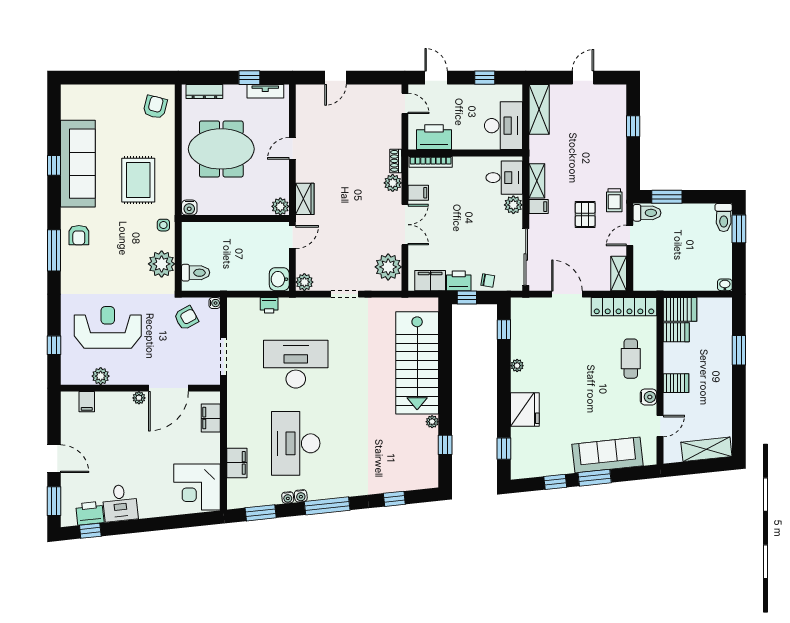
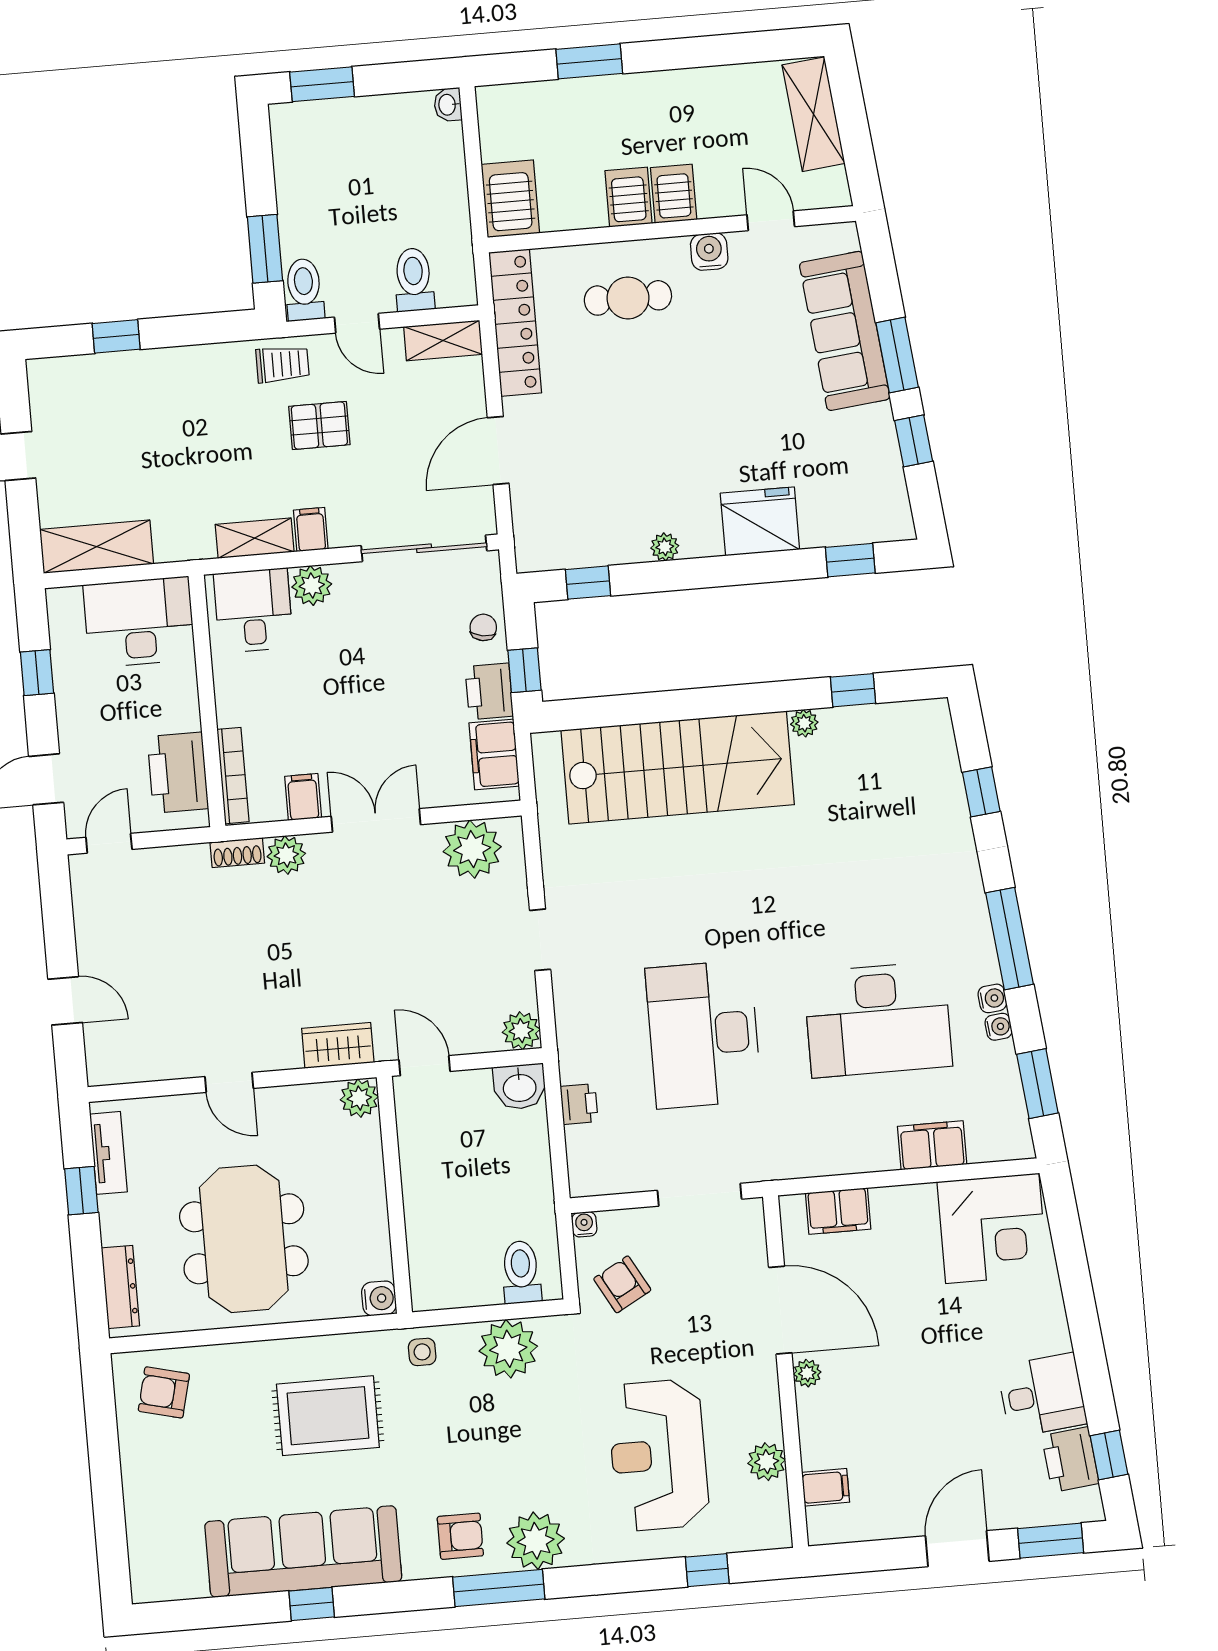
toilet: (724, 218) -> (414, 280), moved, turned -90
plant: (74, 269) -> (536, 1541), added
server rack: (676, 332) -> (629, 197), moved

